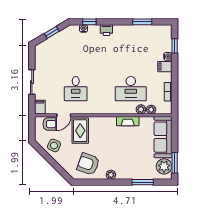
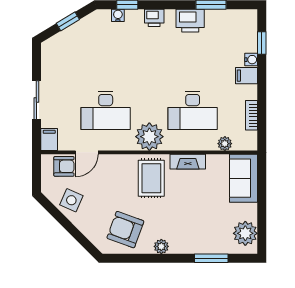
printer: (129, 32) -> (190, 21), added
desk: (76, 89) -> (106, 110), width x1.37
plant: (141, 109) -> (149, 137), moved, width x1.88, depth x1.88
rug: (80, 131) -> (151, 178), moved
sofa: (163, 137) -> (244, 178), width x0.73
window: (175, 163) -> (262, 227), removed

